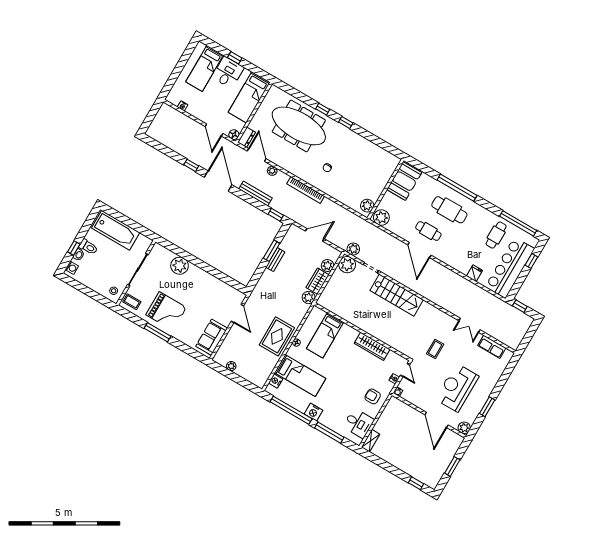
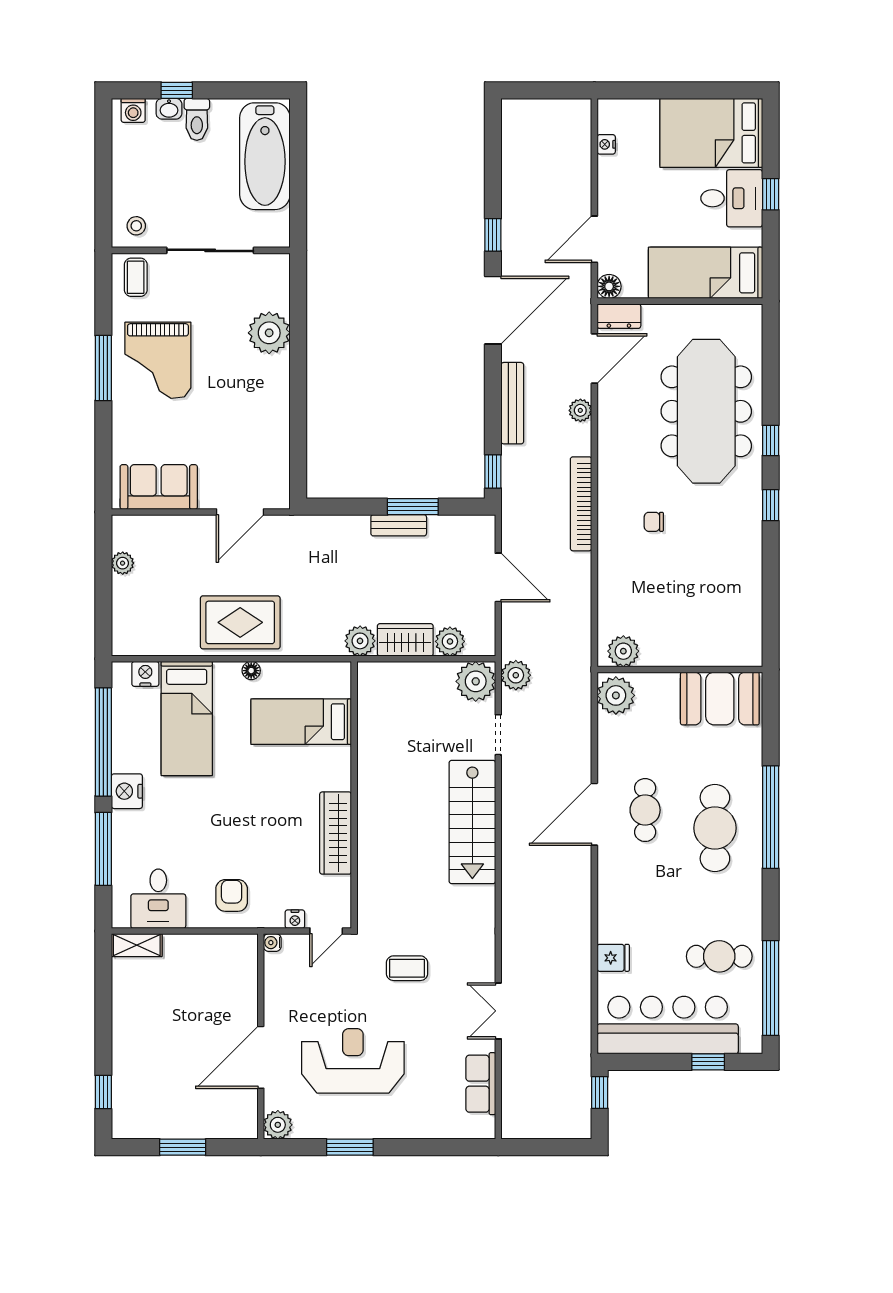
bed: (205, 68) -> (711, 133), width x1.50

